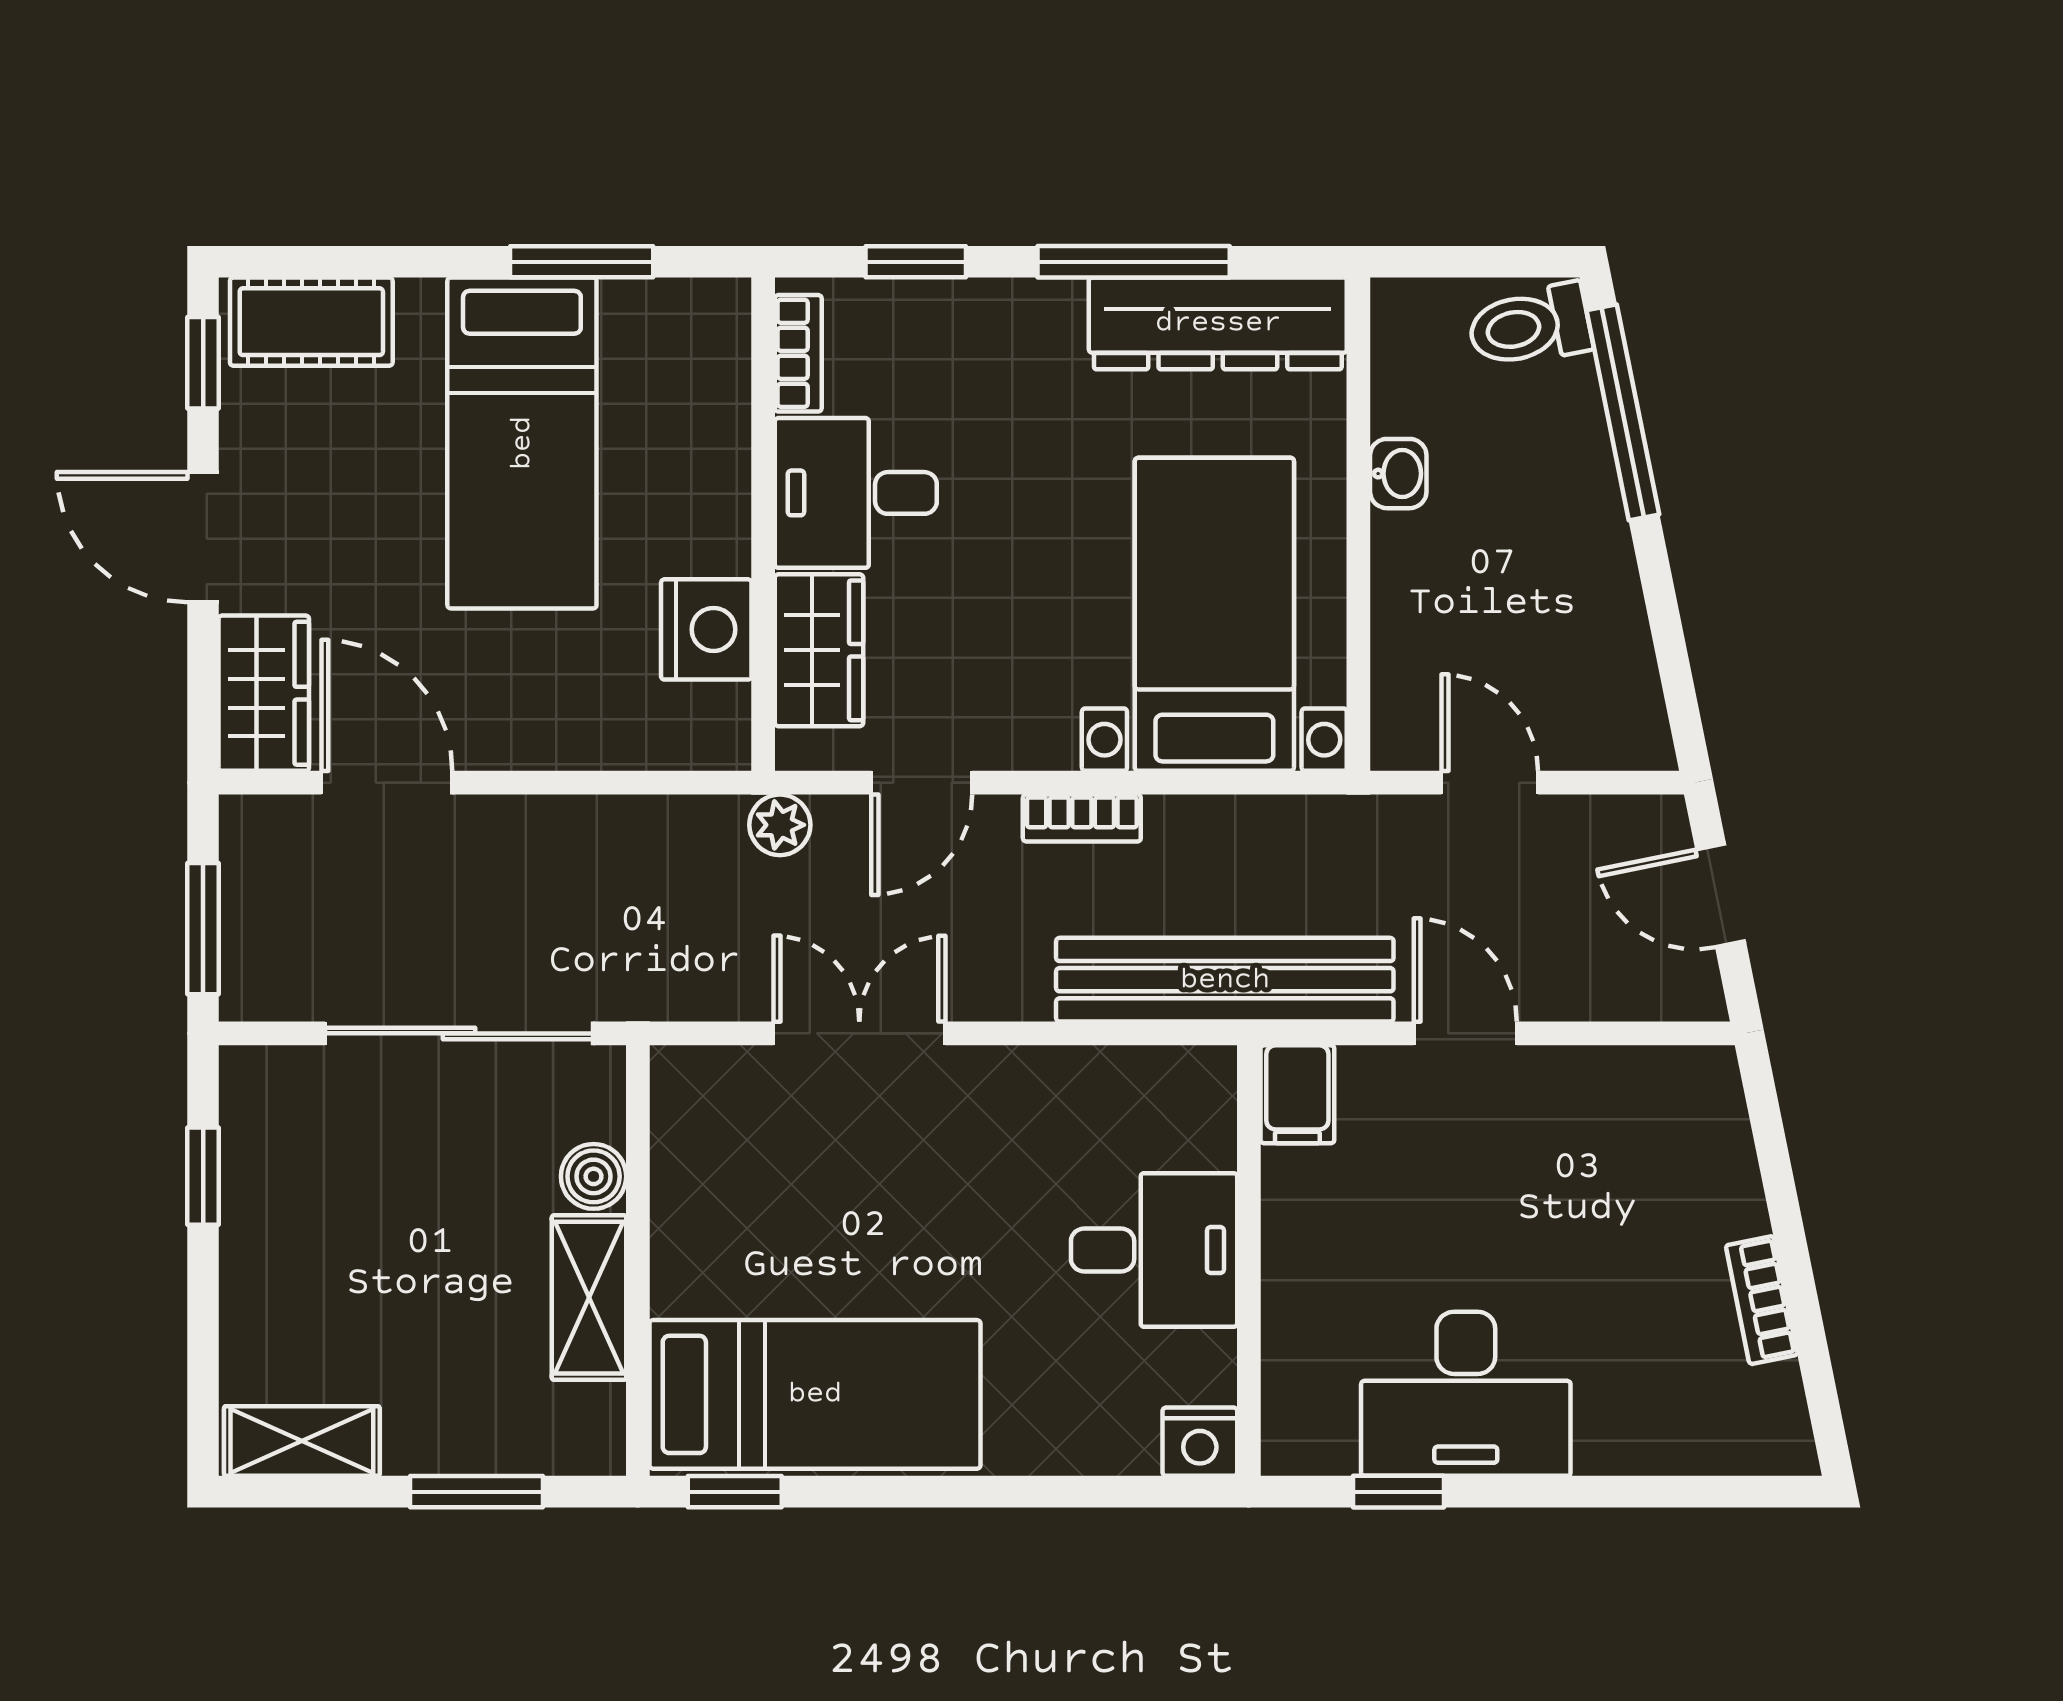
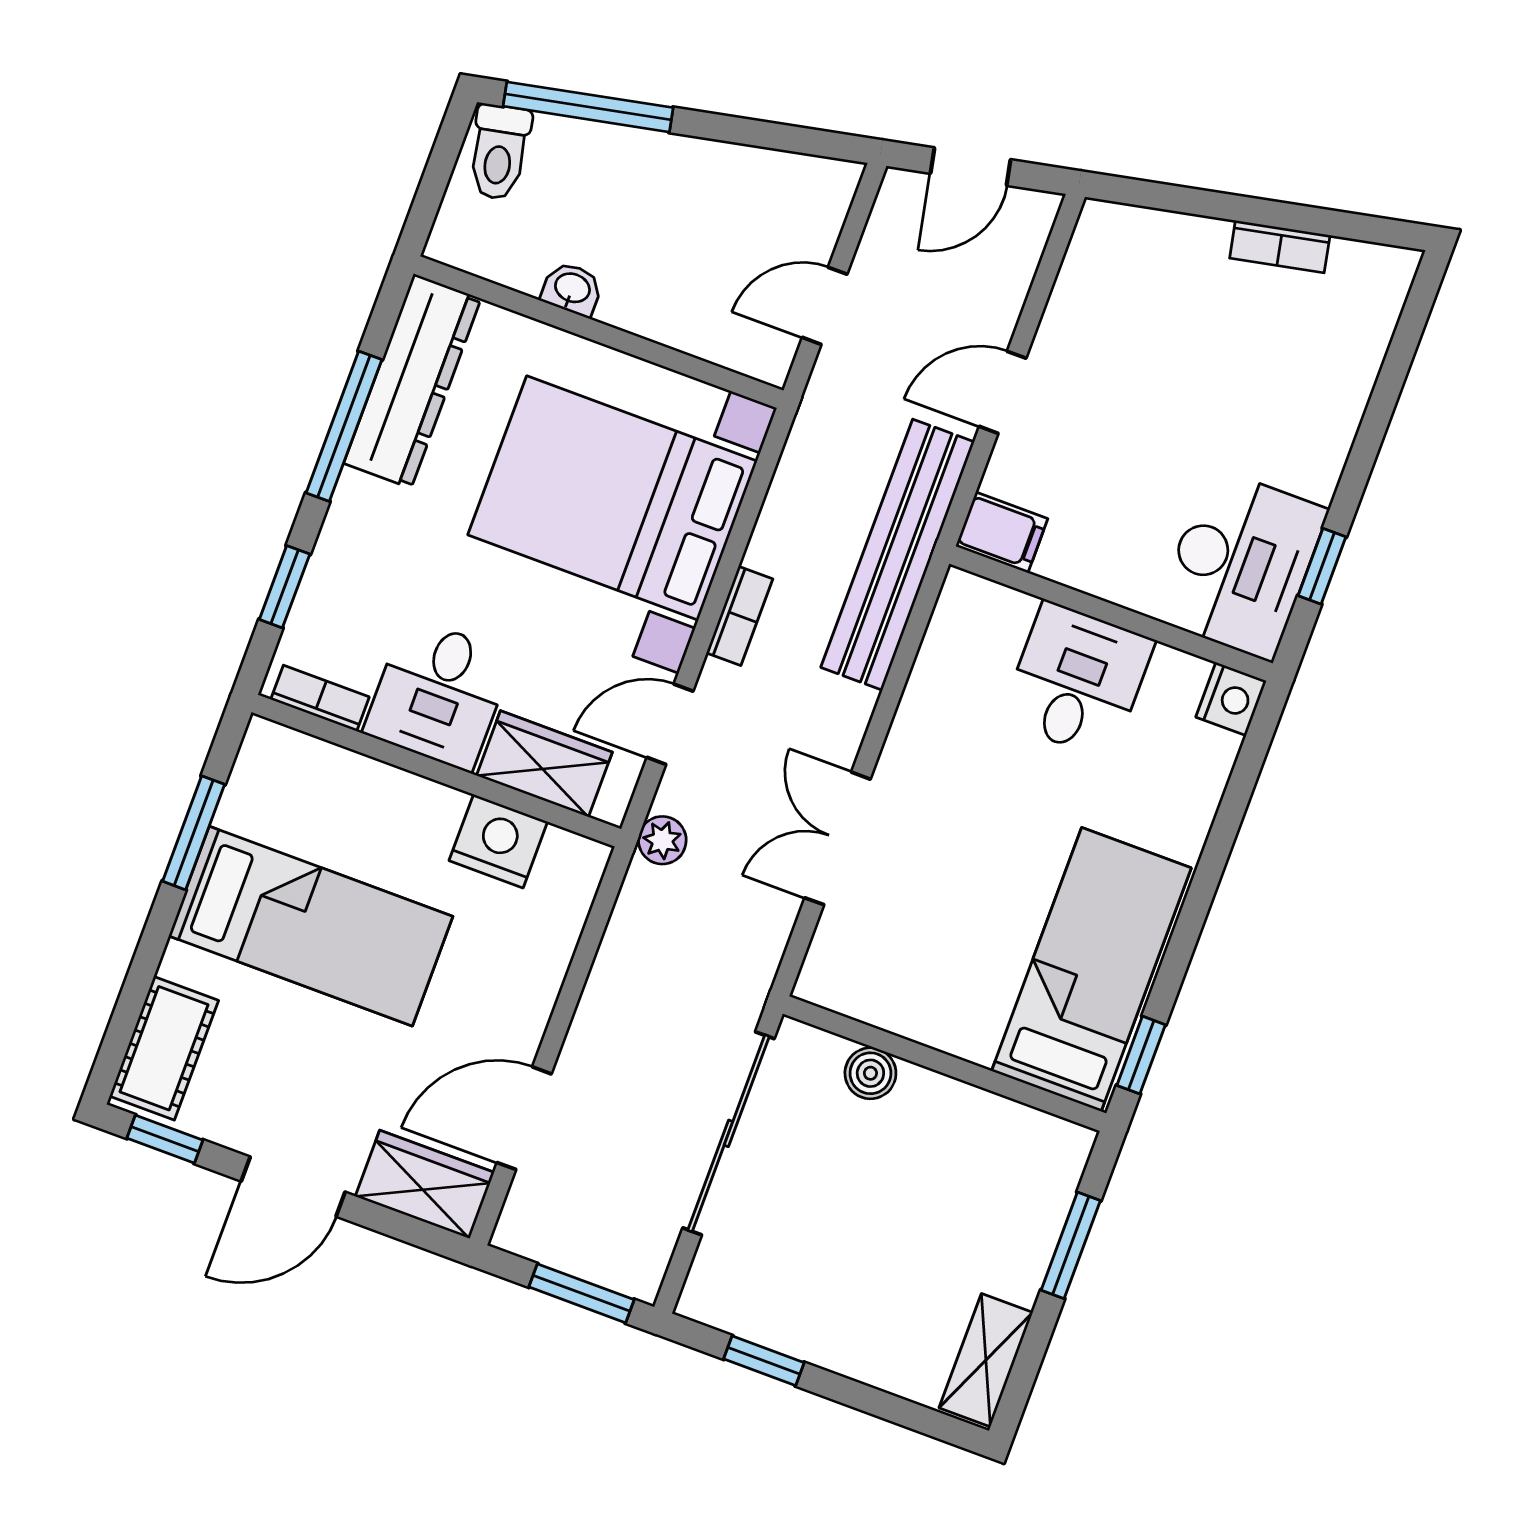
bed with nightstands: (1214, 614) -> (613, 498), width x1.36
door: (922, 783) -> (670, 724), swing flipped
shelving: (589, 1298) -> (958, 1110), removed
desk: (1466, 1394) -> (1241, 564), moved

